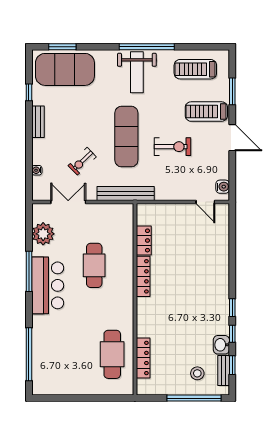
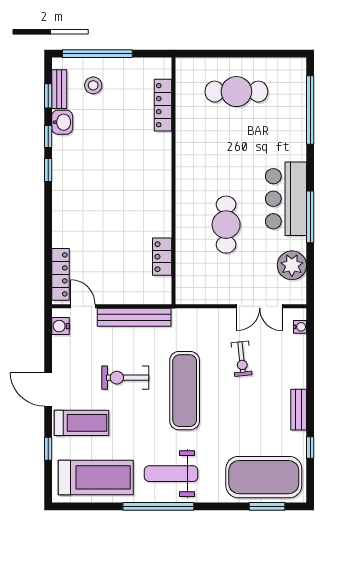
treadmill: (195, 69) -> (96, 477), width x1.37, depth x1.38
weight bench: (137, 72) -> (171, 474), turned -90
window: (232, 91) -> (48, 449), width x0.67
exercise bike: (82, 161) -> (242, 359), turned 128
water cooler: (37, 170) -> (300, 327), moved
bench: (126, 194) -> (134, 317), moved
locker: (143, 276) -> (61, 274), moved, turned 180
cafe table: (112, 354) -> (236, 92), moved, turned 90

